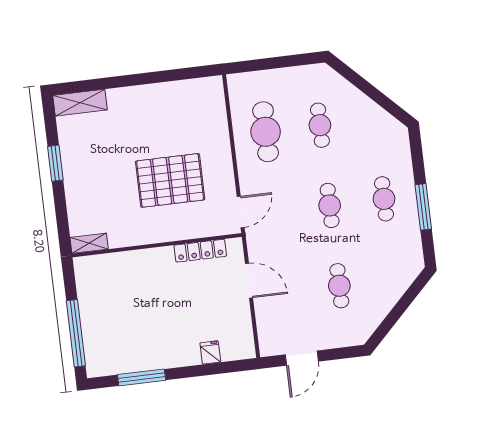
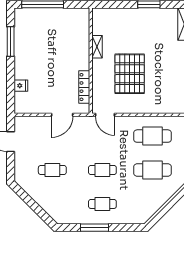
cafe table: (320, 125) -> (153, 170), width x1.37, depth x1.35
shelving: (89, 243) -> (97, 47), moved

